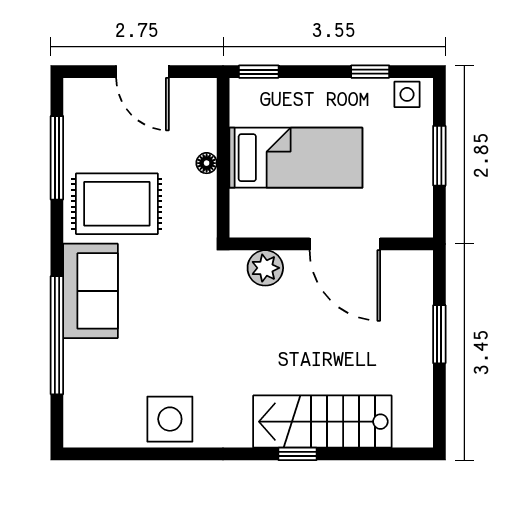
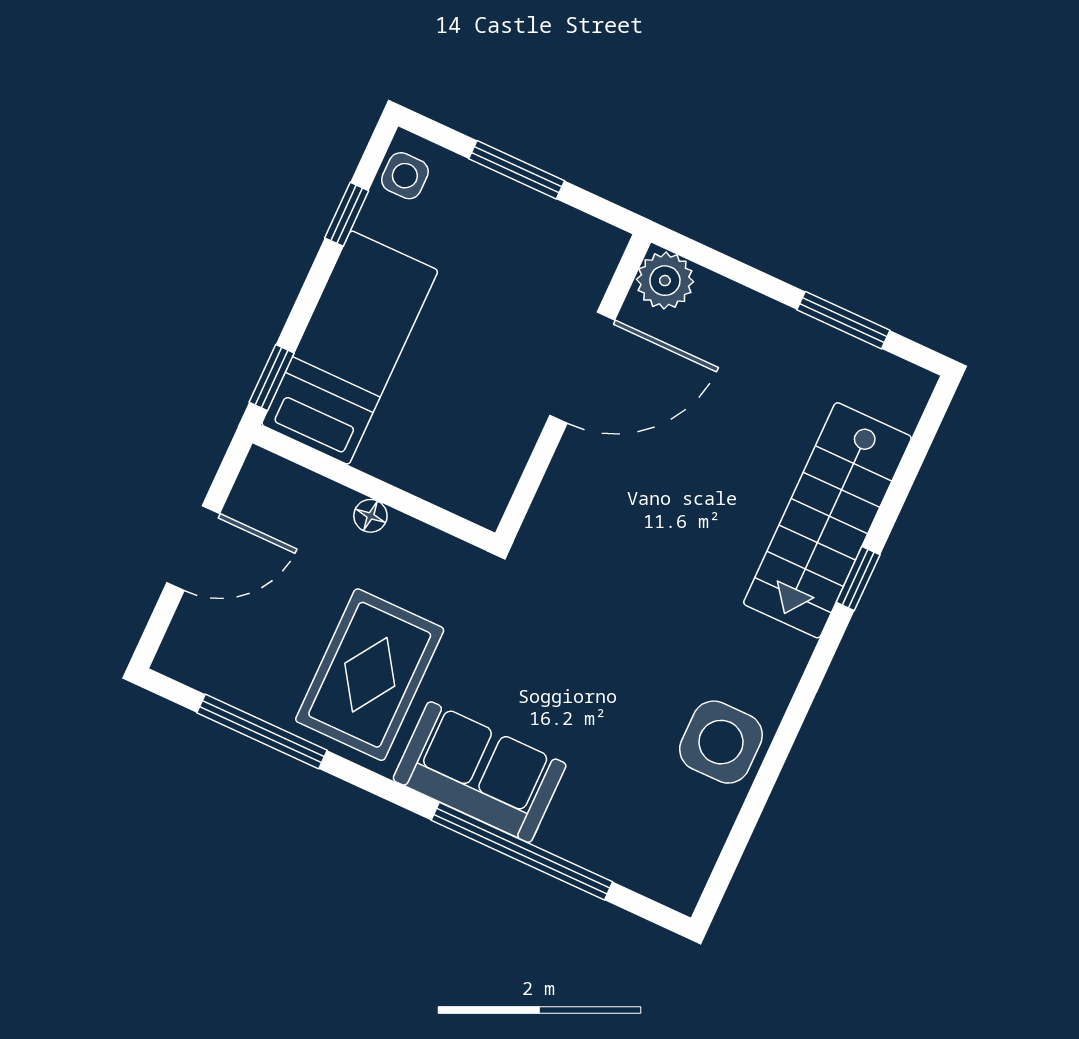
bed: (296, 158) -> (350, 348), moved
plant: (265, 268) -> (665, 281), moved
window: (439, 334) -> (843, 320), moved

